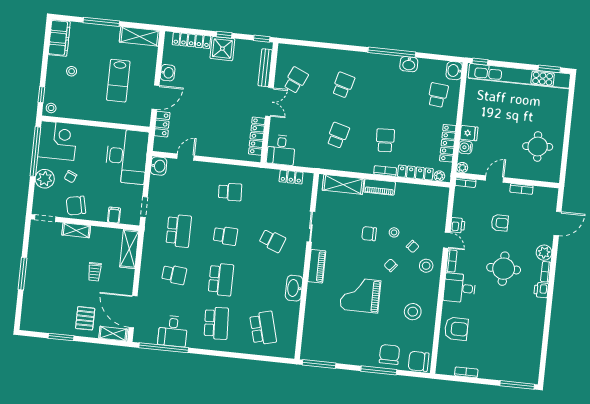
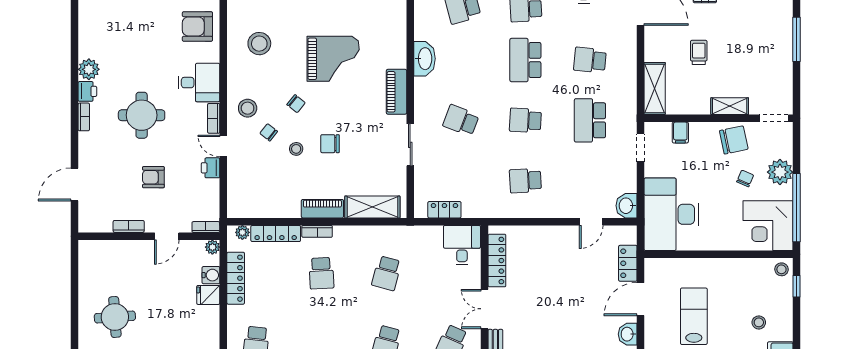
round table: (538, 146) -> (115, 317), moved
chair: (369, 234) -> (330, 144), turned 180
plant: (544, 253) -> (89, 69), moved

